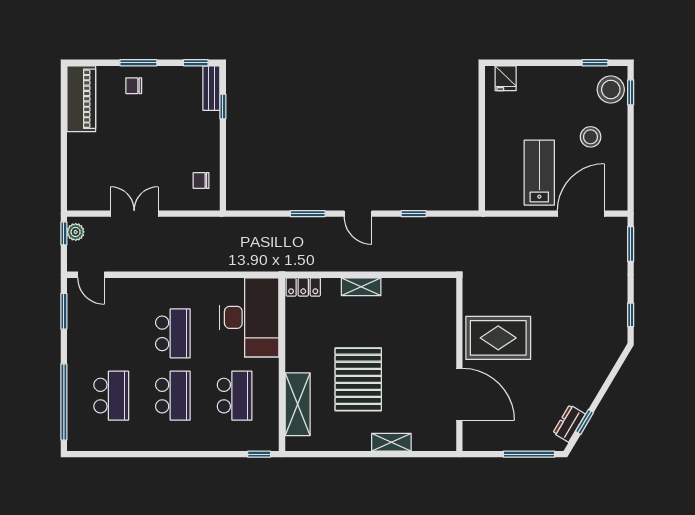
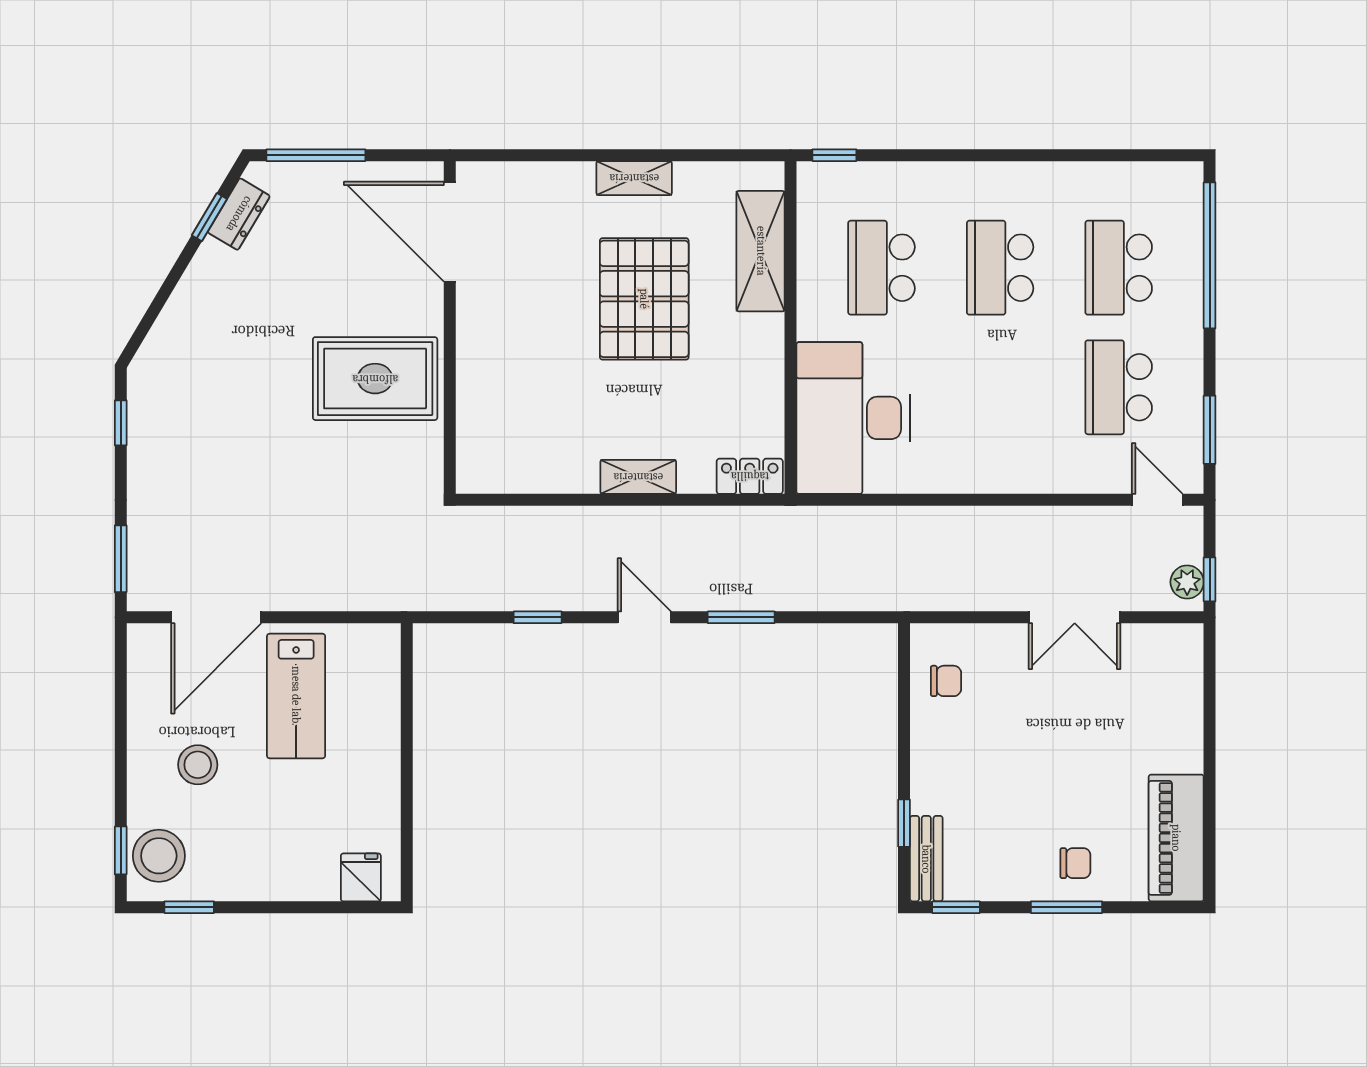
school desk: (173, 333) -> (1119, 387), moved
door: (459, 394) -> (450, 232), moved
shelving: (391, 442) -> (634, 178), moved

